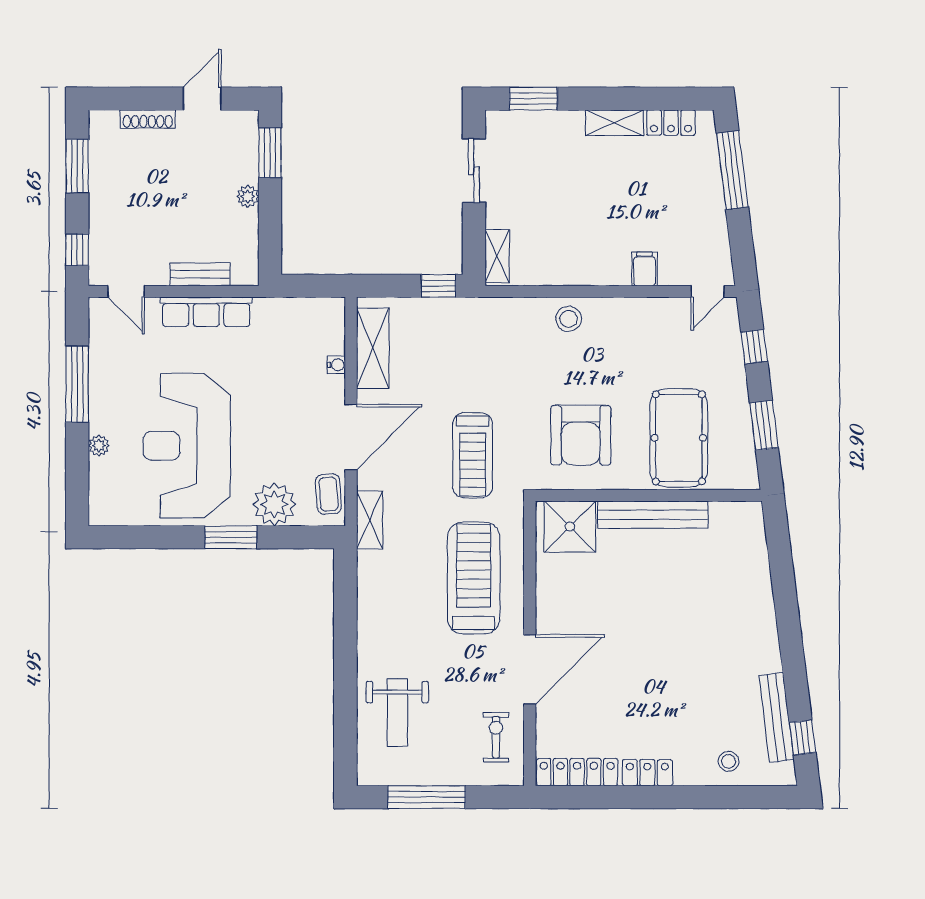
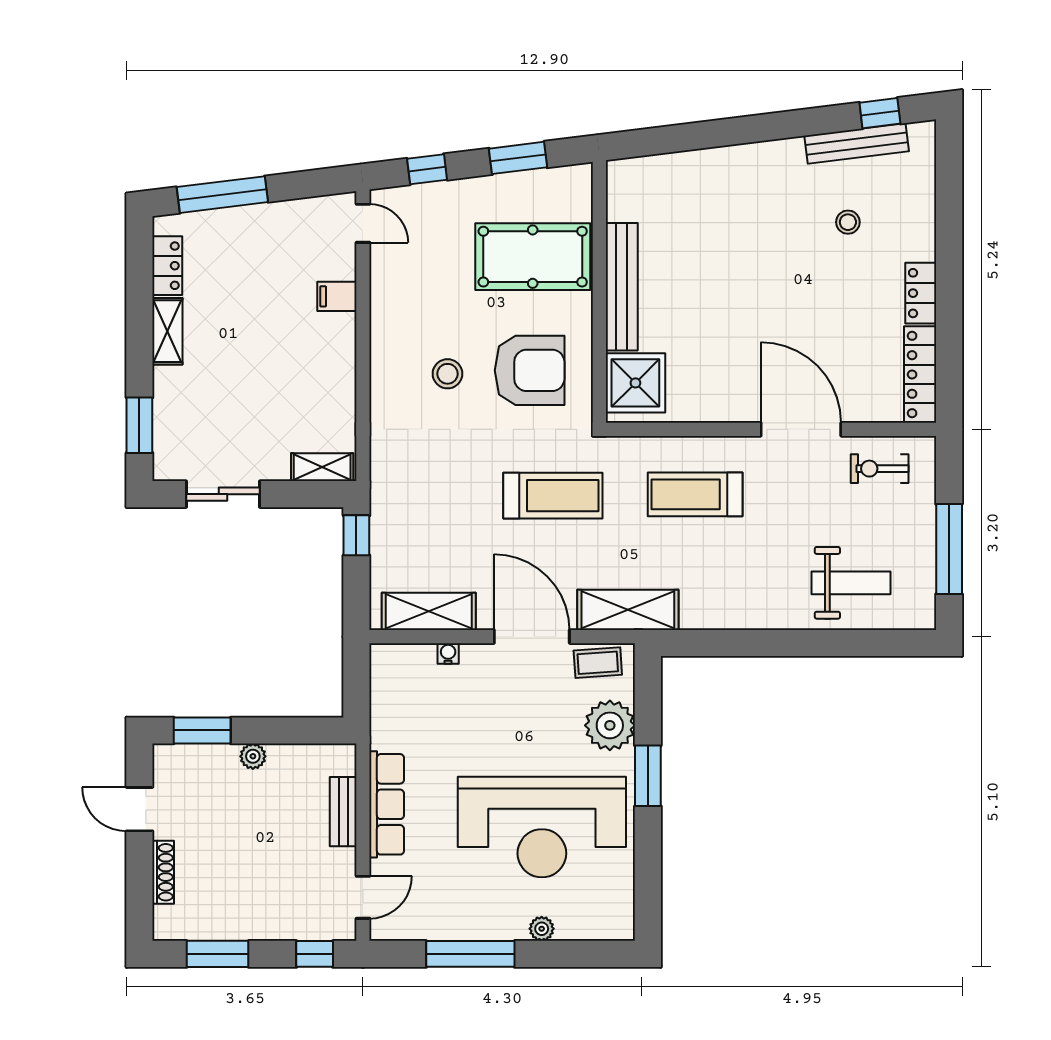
stool: (569, 319) -> (447, 374), moved
shelving: (370, 520) -> (628, 610), width x1.50, depth x1.33
treadmill: (474, 578) -> (695, 494), width x0.73, depth x0.73
stool: (729, 761) -> (848, 222), moved

